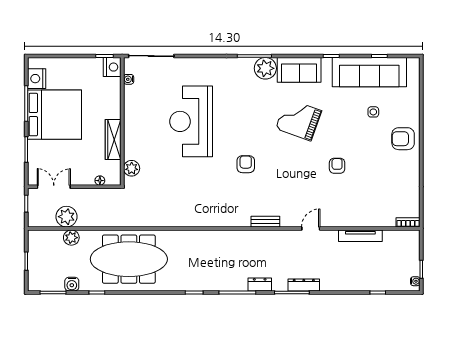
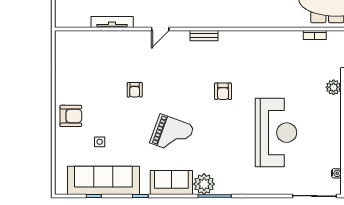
bookcase: (408, 222) -> (315, 35), moved

